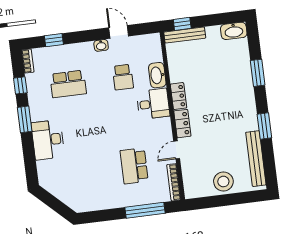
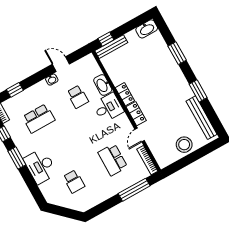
school desk: (79, 173) -> (74, 181), added

